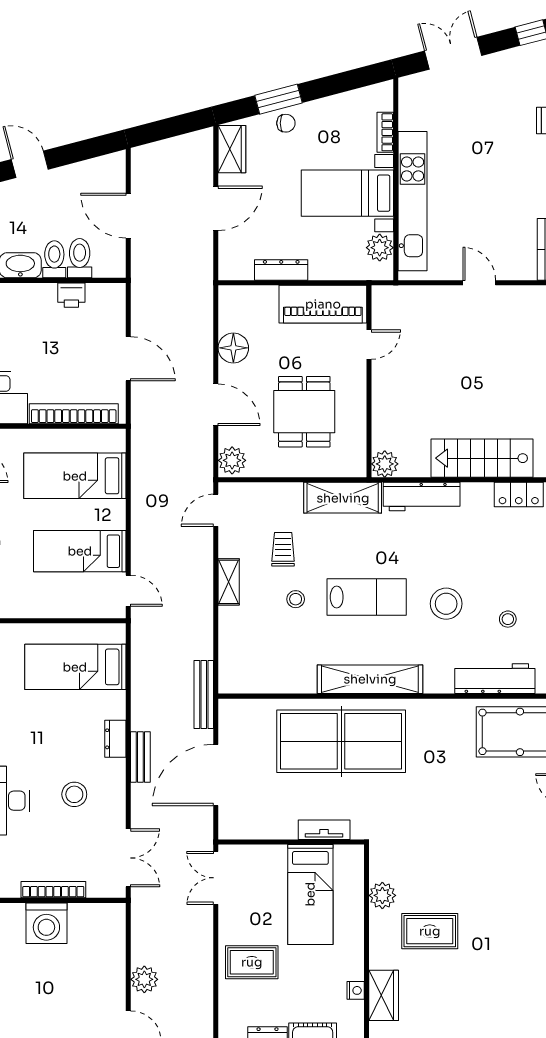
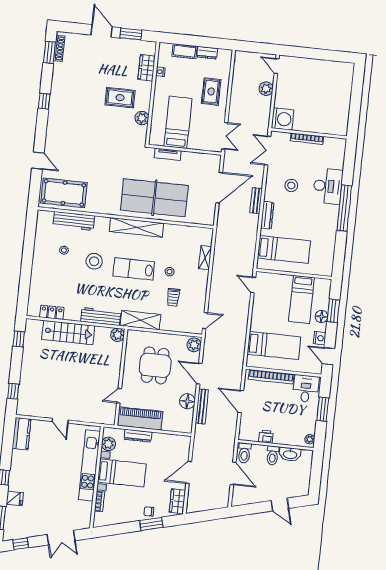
toilet: (80, 258) -> (244, 453), moved
dresser: (281, 270) -> (138, 436), moved
bed: (80, 551) -> (301, 299), moved, turned 90
shelving: (229, 582) -> (205, 258), moved
bench: (204, 694) -> (202, 406), moved
dresser: (115, 739) -> (267, 215), width x1.44
washing machine: (46, 923) -> (283, 119), moved, turned 90
rug: (252, 962) -> (211, 91), turned 90

